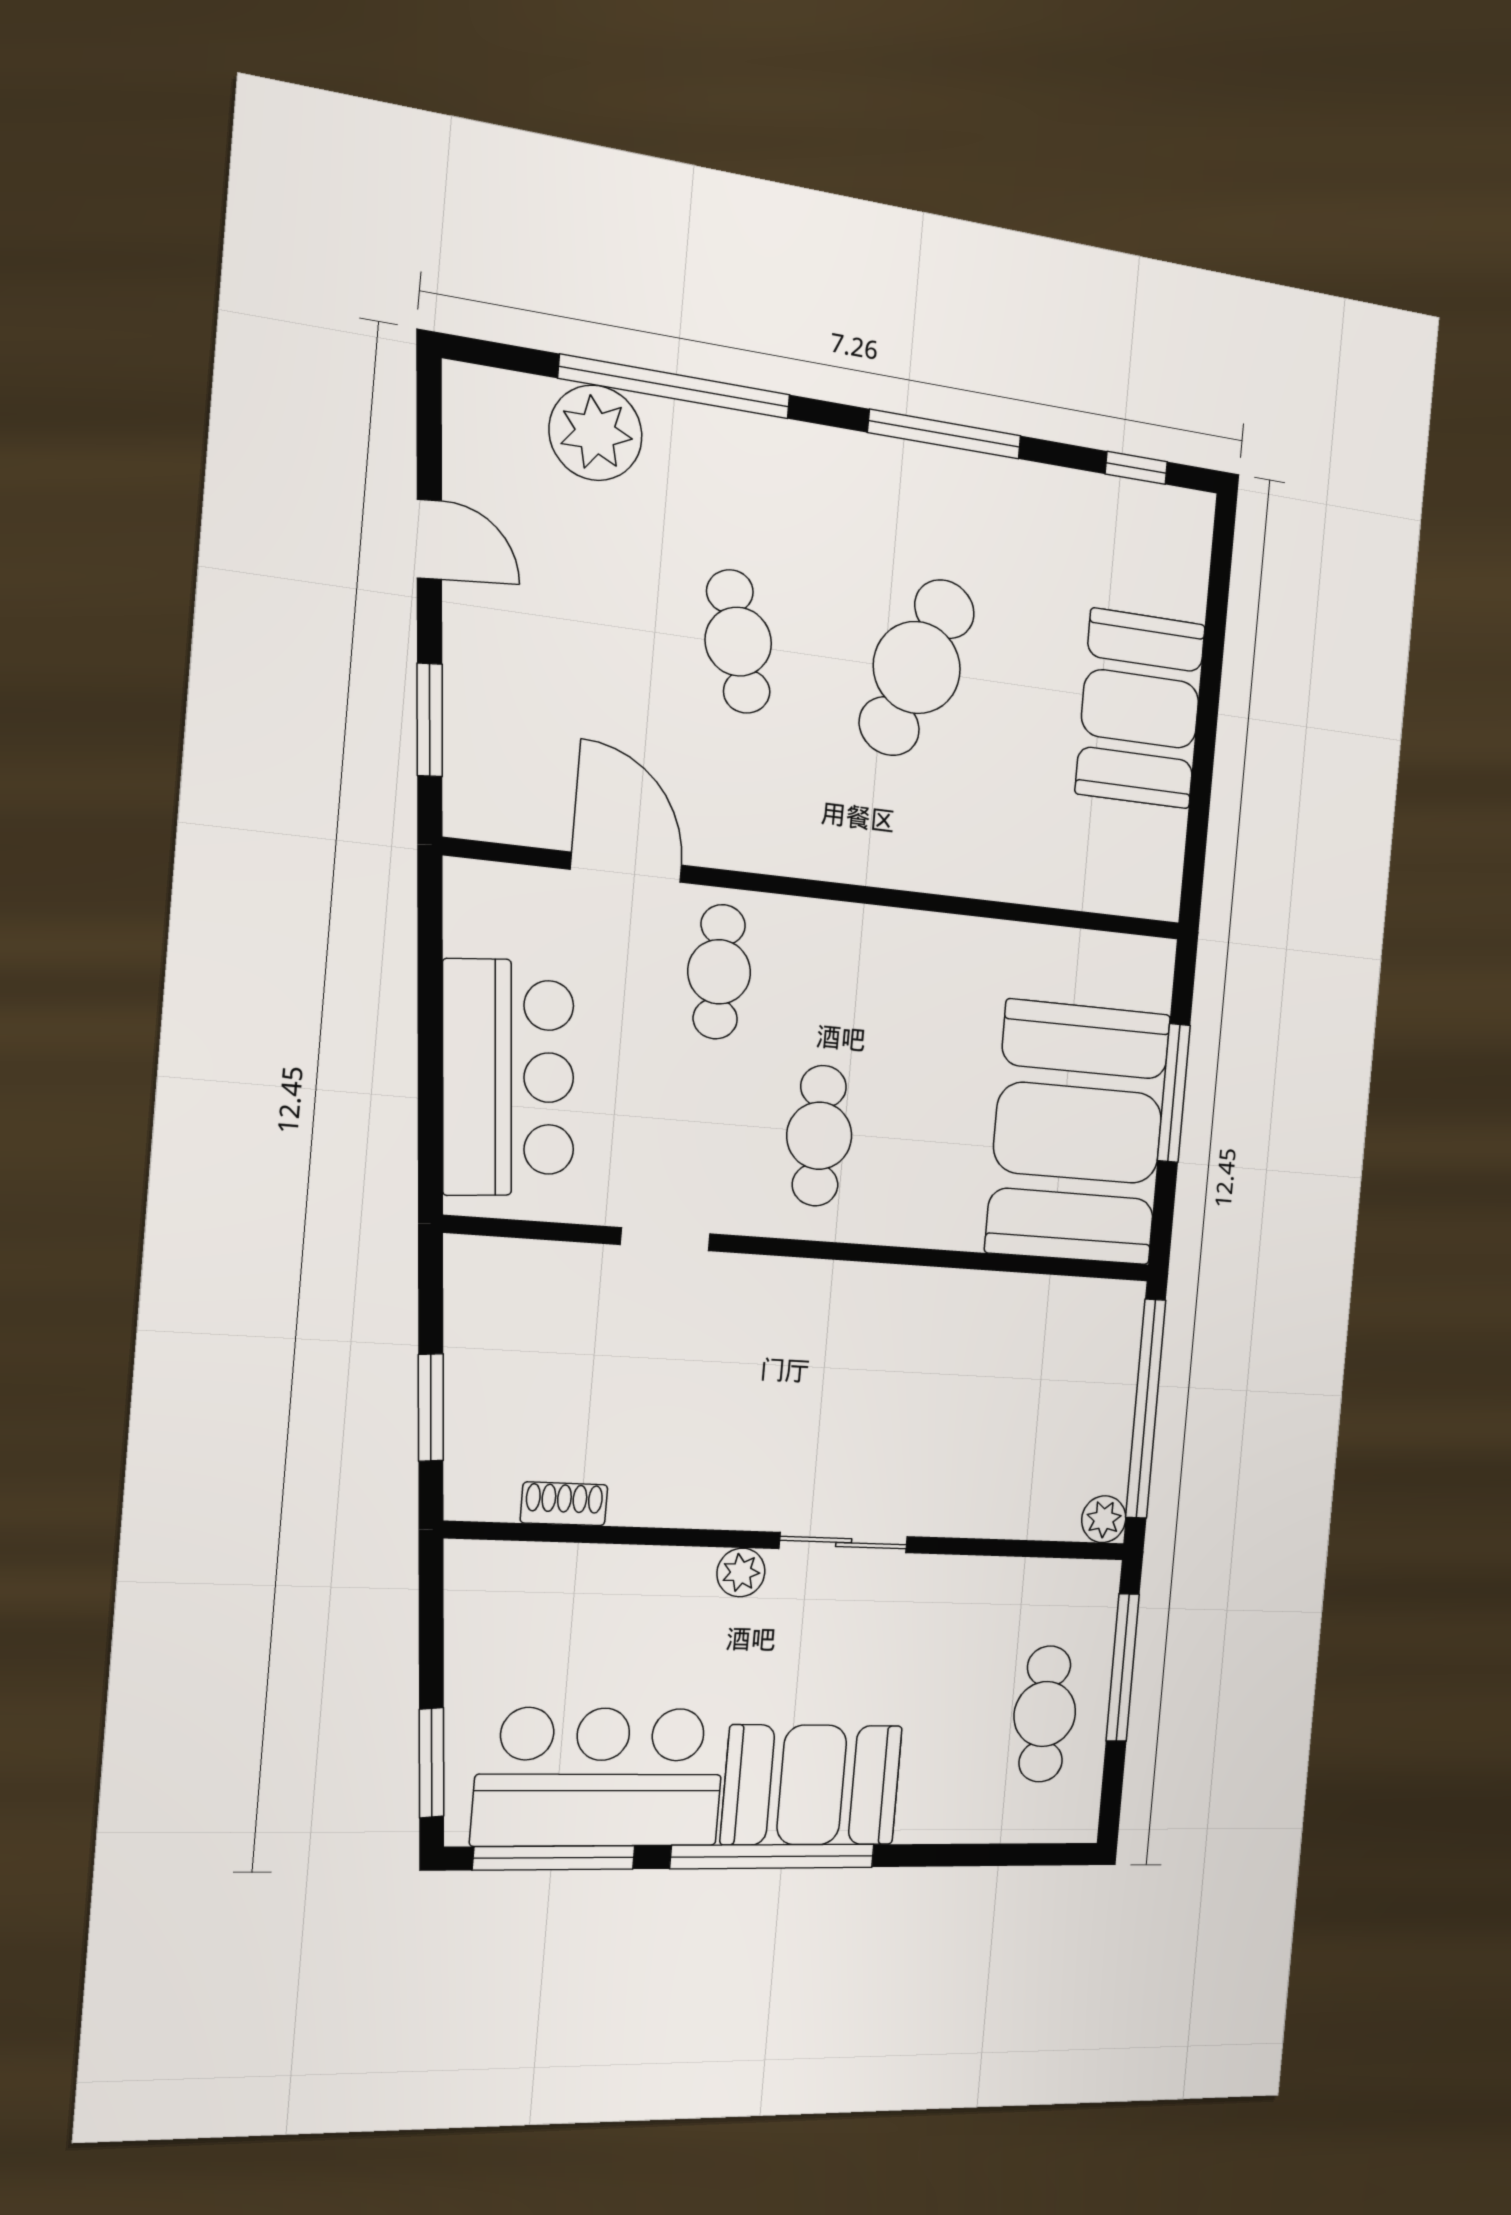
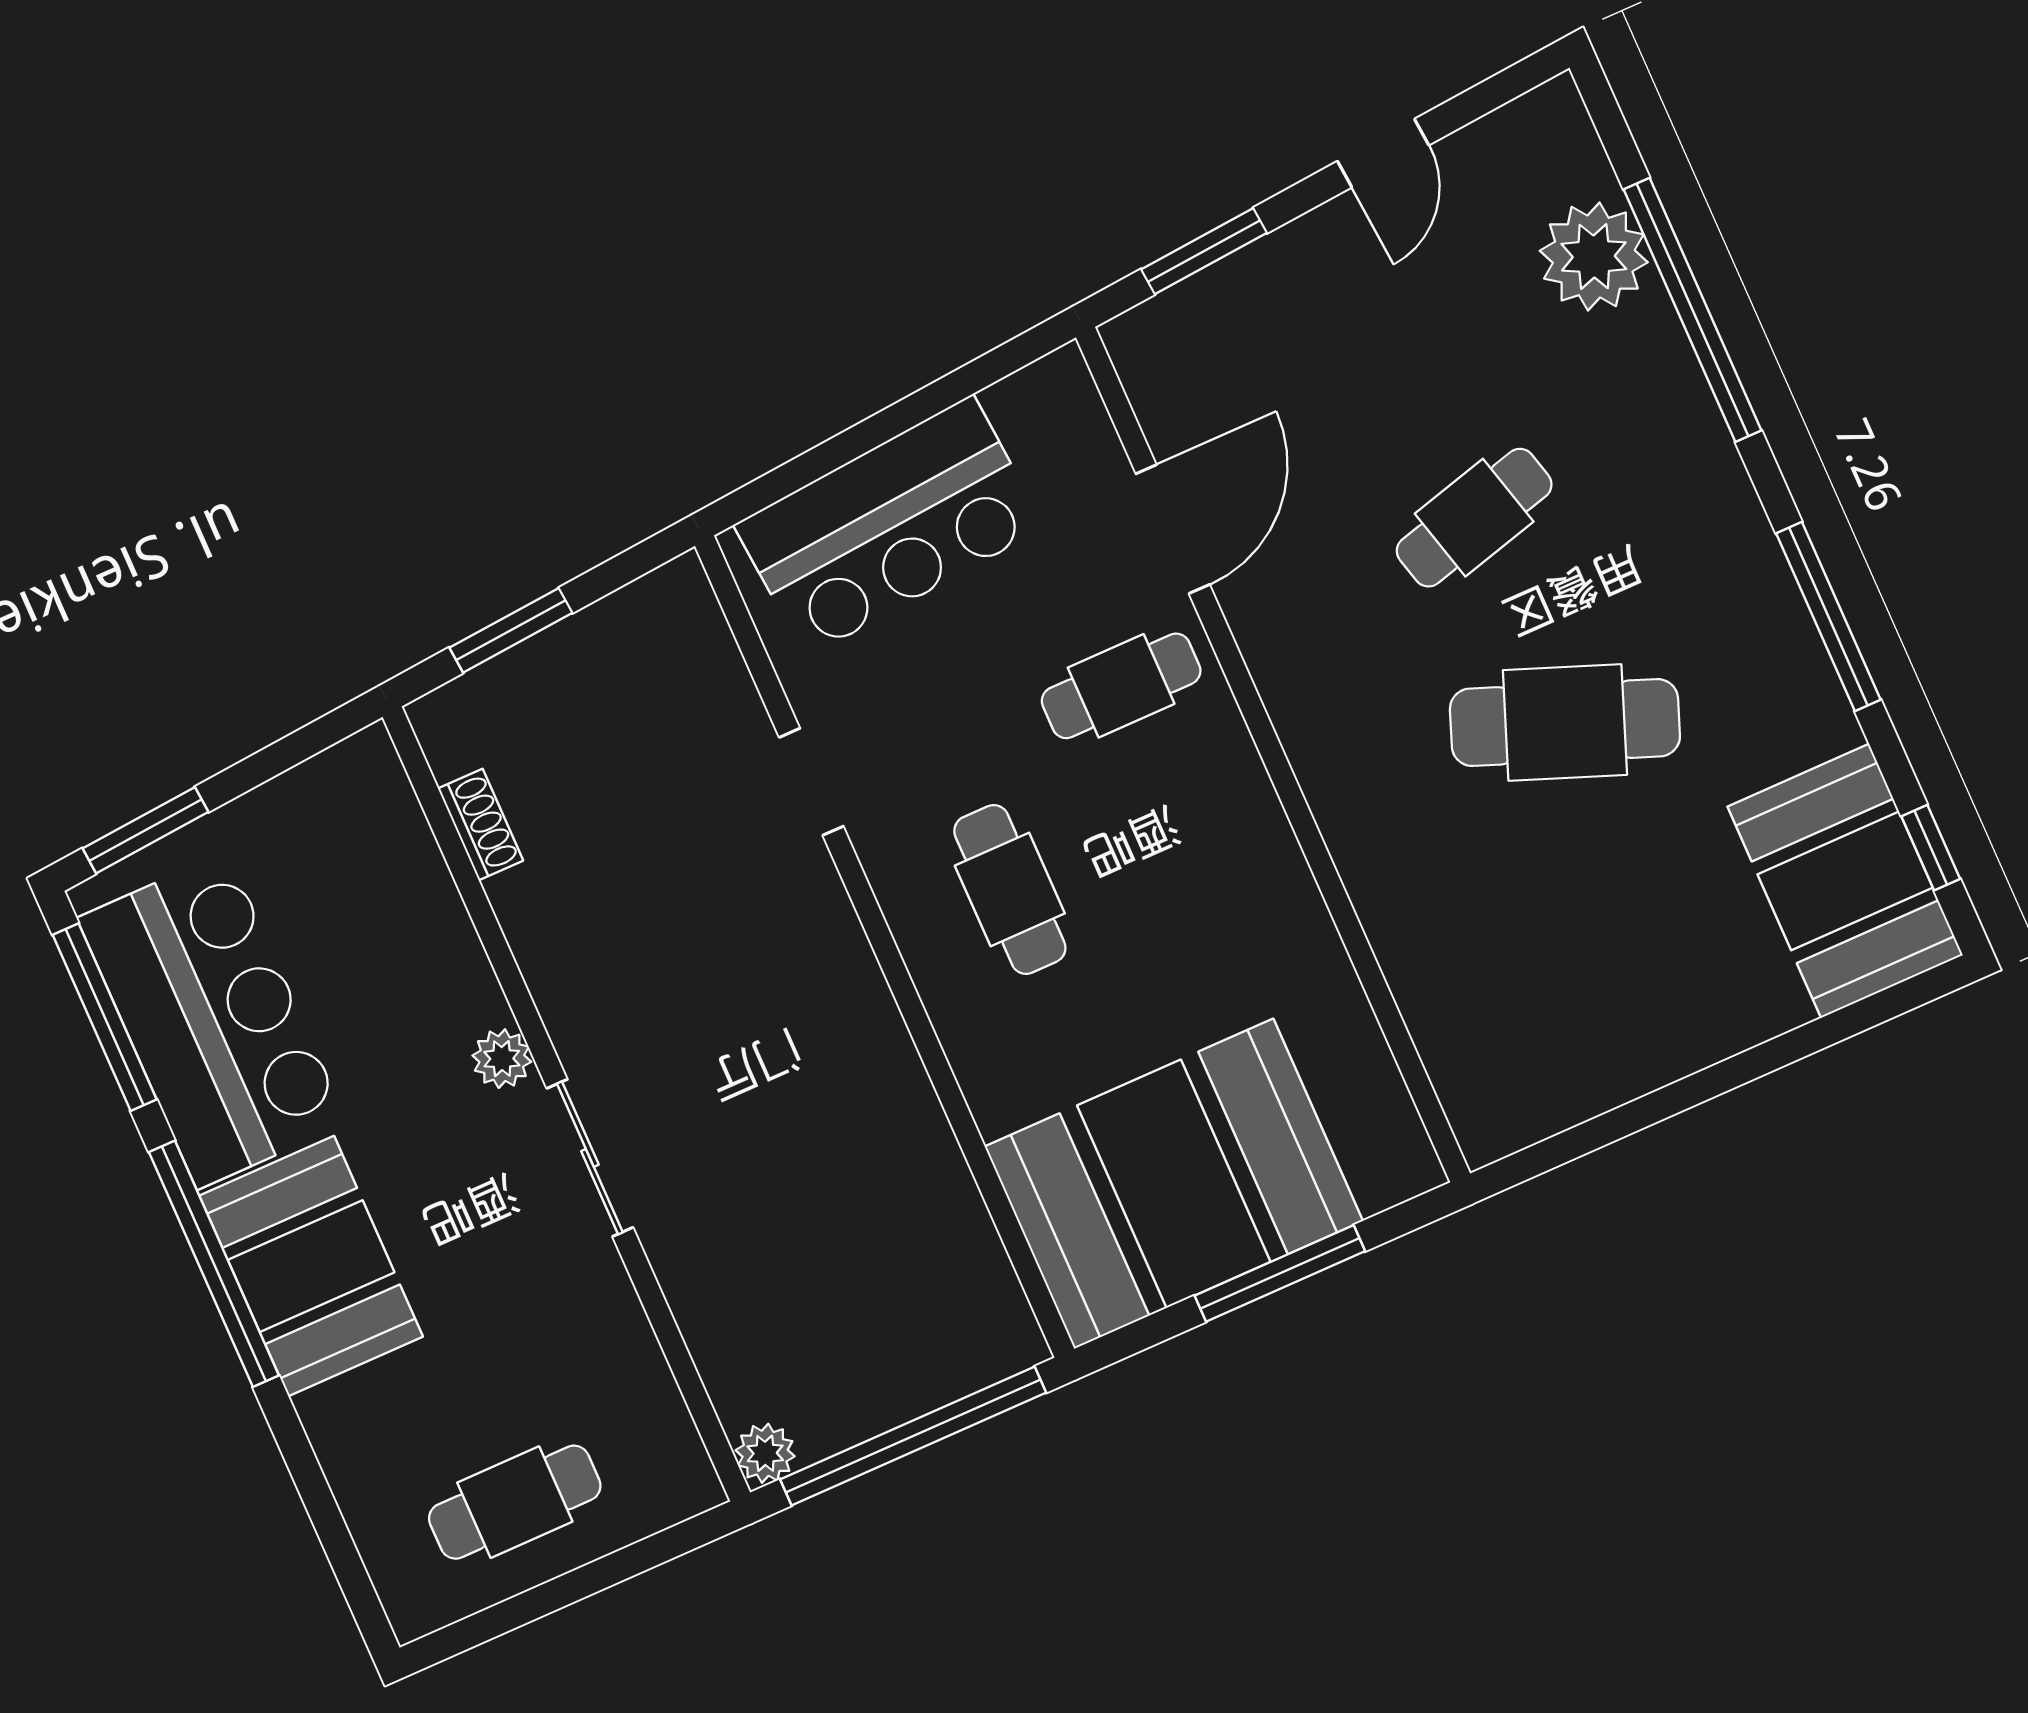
booth: (1140, 709) -> (1845, 881), moved, turned 90
cafe table: (819, 1136) -> (1010, 889), turned 90
window: (1123, 1668) -> (611, 1570), removed

